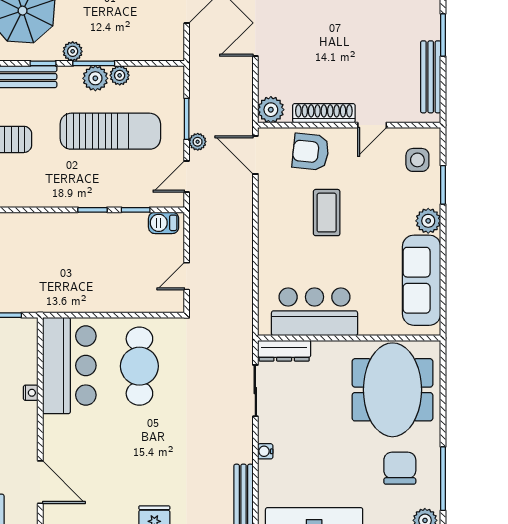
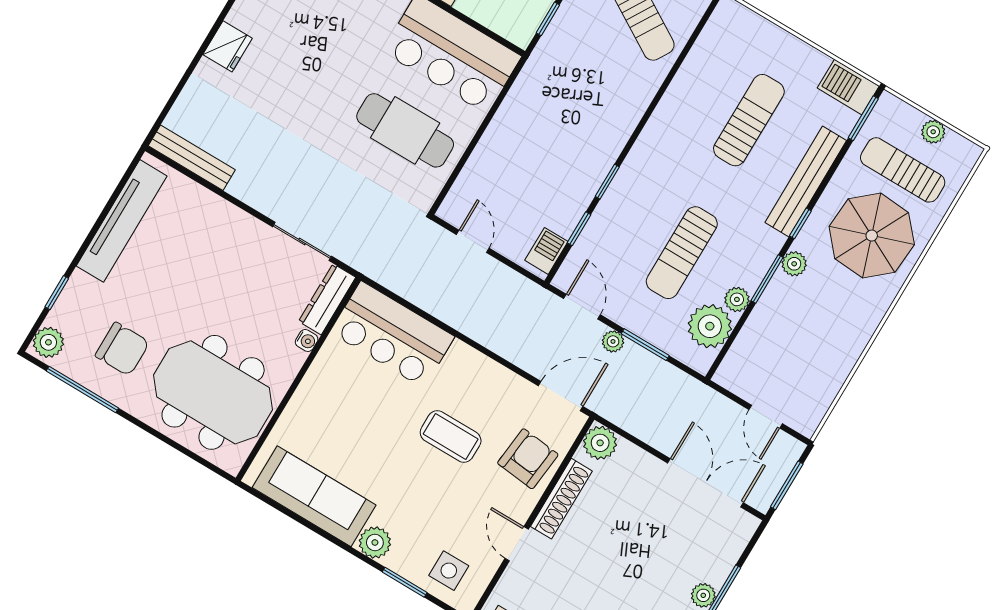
plant: (95, 78) -> (710, 326), moved, width x1.36, depth x1.36
sun lounger: (110, 131) -> (682, 253), width x0.73, depth x0.75
bar counter: (314, 312) -> (392, 334), moved, turned 90
water cooler: (265, 451) -> (307, 340), moved, turned 90

